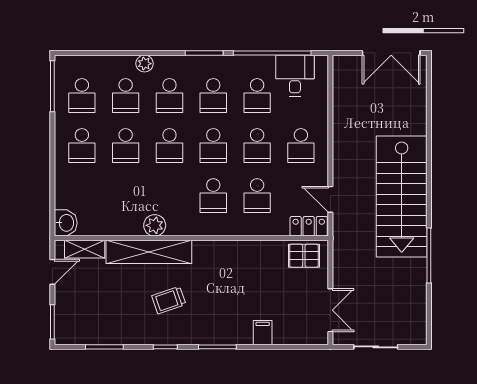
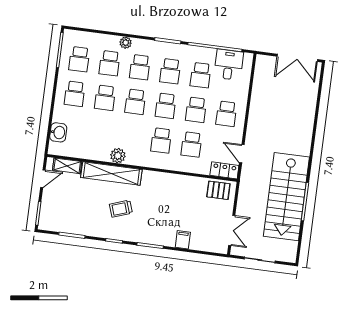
stairs: (402, 197) -> (286, 197), moved
washbasin: (66, 223) -> (58, 132), moved

